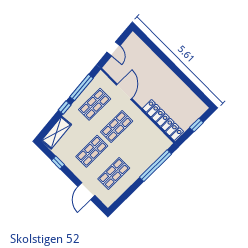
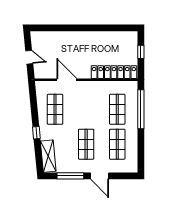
window: (81, 87) -> (34, 107), removed
shop shelf: (117, 126) -> (117, 109), moved
window: (58, 162) -> (70, 176), width x2.17
door: (86, 191) -> (100, 176), moved

